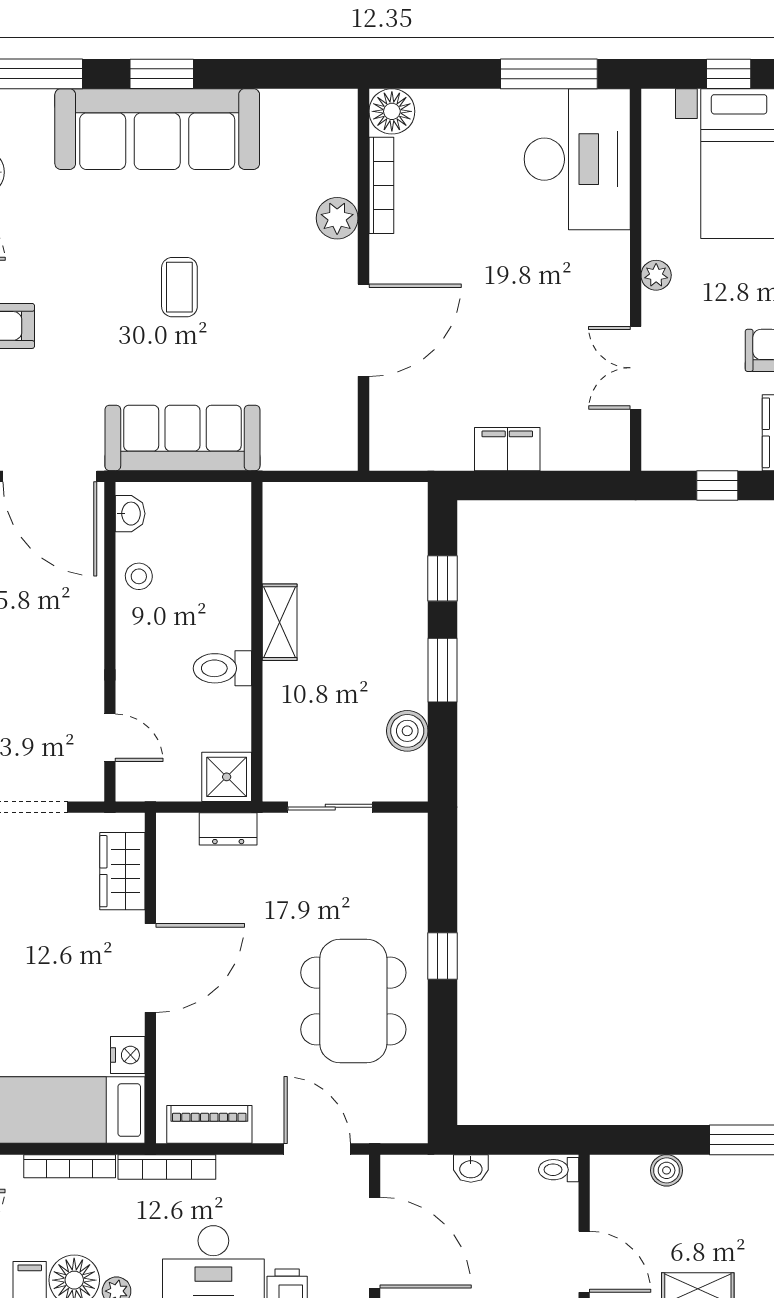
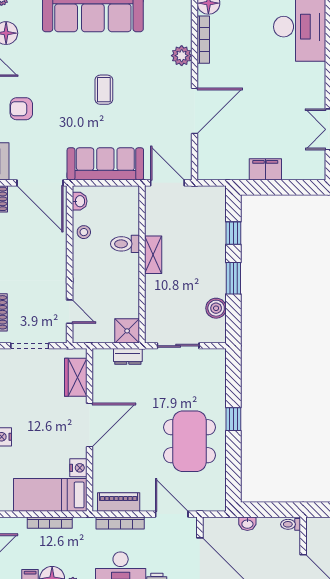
door: (309, 476) -> (167, 183), added
toilet: (222, 668) -> (125, 244), moved
bookcase: (167, 1167) -> (120, 523), moved

